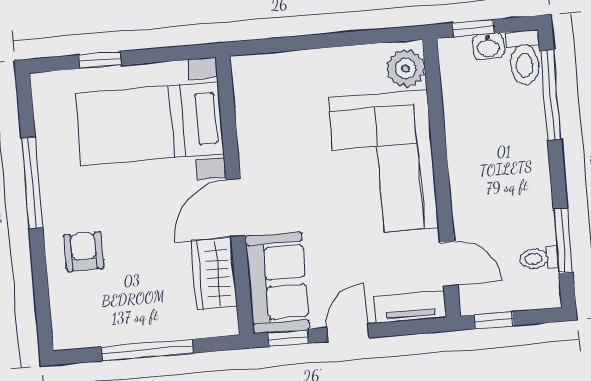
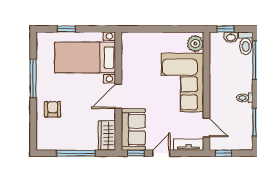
toilet: (539, 258) -> (245, 98), moved
wardrobe: (214, 274) -> (107, 136), moved

